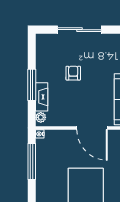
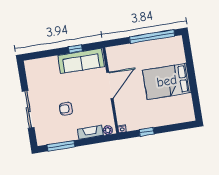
window: (32, 85) -> (61, 146), moved
window: (32, 162) -> (147, 132), width x0.46

